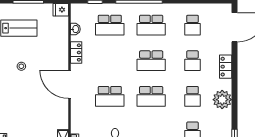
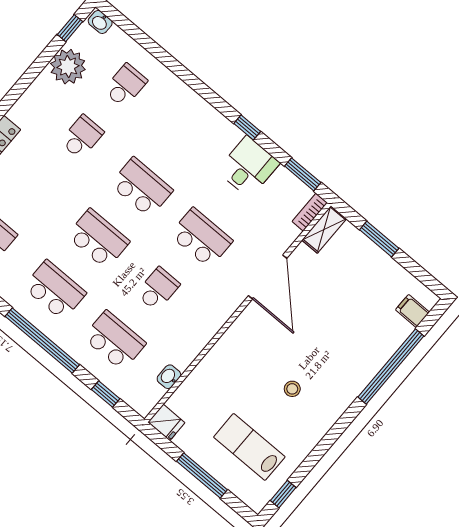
locker: (76, 53) -> (196, 342), removed
school desk: (193, 61) -> (158, 289), moved
door: (70, 84) -> (268, 277), moved
plant: (222, 100) -> (68, 67), moved

